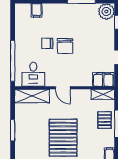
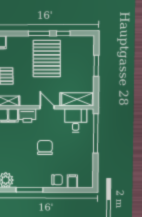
chair: (47, 43) -> (57, 180), moved
printer: (83, 79) -> (27, 116), added

